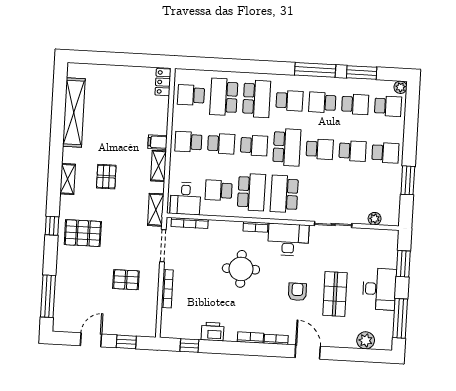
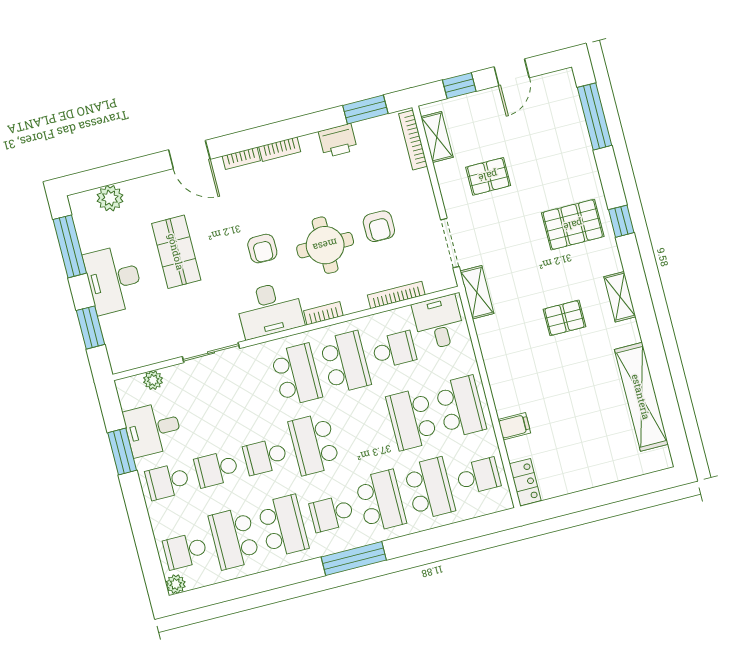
window: (315, 70) -> (354, 559), moved
window: (362, 73) -> (239, 588), removed
school desk: (257, 99) -> (381, 501), turned 180
school desk: (322, 102) -> (283, 526), width x1.85
school desk: (355, 104) -> (234, 538), width x1.85
filing cabinet: (158, 142) -> (514, 426), moved
school desk: (188, 142) -> (461, 407), width x1.85
school desk: (221, 144) -> (412, 419), width x1.85
school desk: (254, 145) -> (363, 432), removed
shelving: (159, 166) -> (437, 137), moved
pallet: (106, 177) -> (564, 318), turned 90
desk: (384, 188) -> (153, 429), added
school desk: (251, 192) -> (345, 362), turned 180
bookcase: (190, 223) -> (396, 295), moved
armchair: (204, 270) -> (379, 226), added
bookcase: (167, 289) -> (413, 140), moved
armchair: (297, 292) -> (262, 249), moved
window: (189, 345) -> (365, 110), width x1.50

